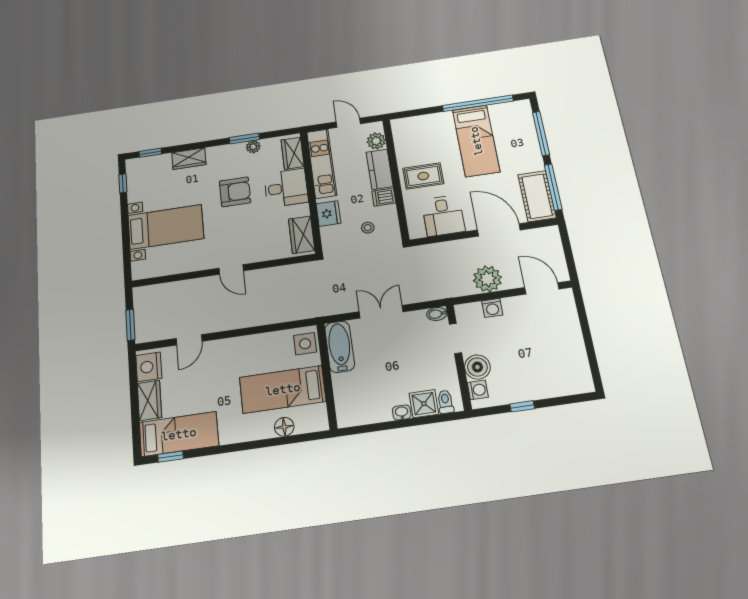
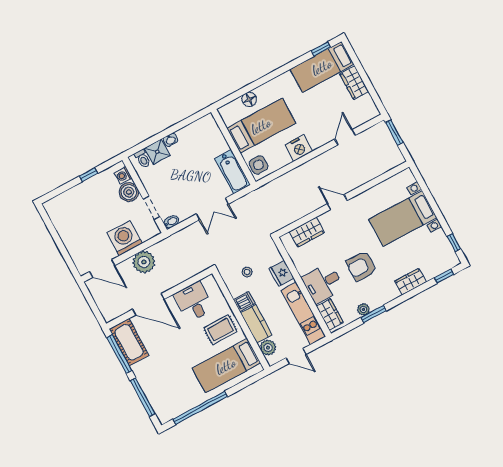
bed: (476, 141) -> (226, 366), moved, turned -90
wardrobe: (302, 235) -> (307, 232), moved, turned 90
washing machine: (492, 308) -> (125, 238), width x1.89, depth x1.89
nightstand: (149, 367) -> (299, 148), moved, turned 90

